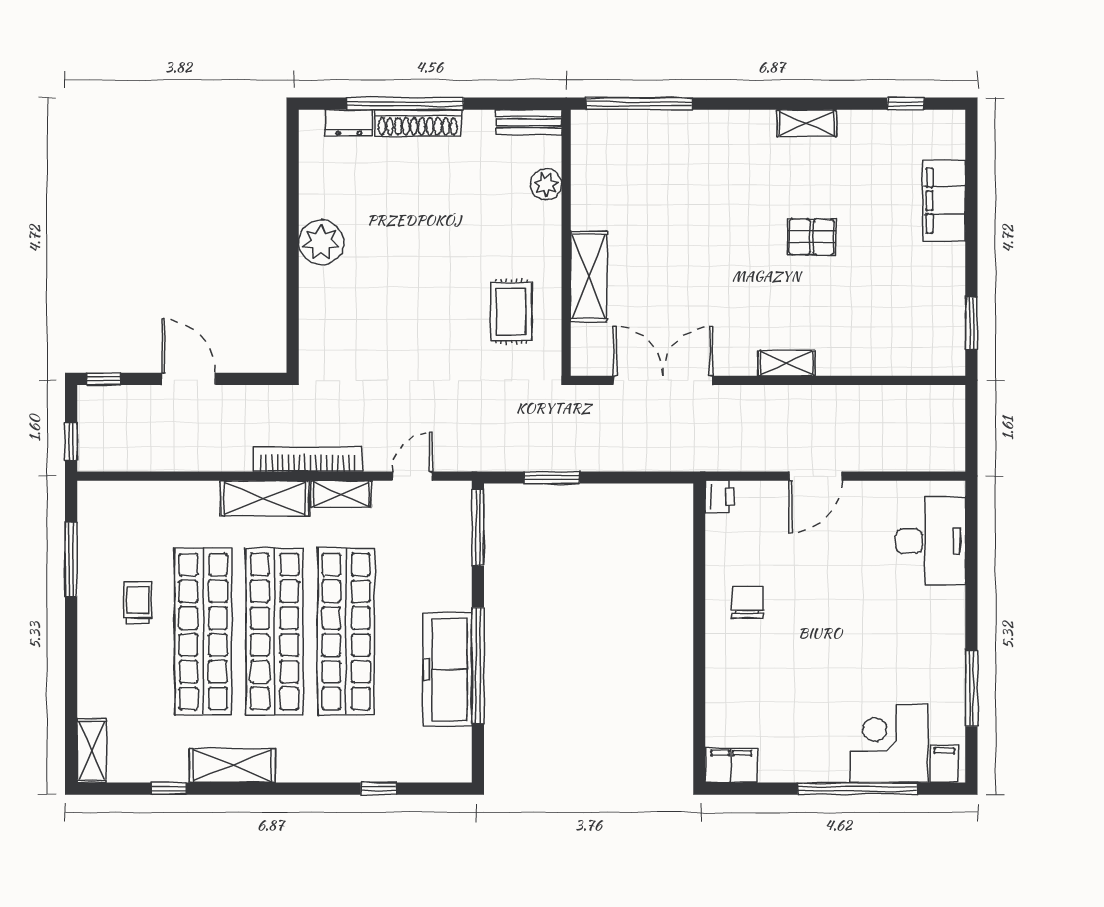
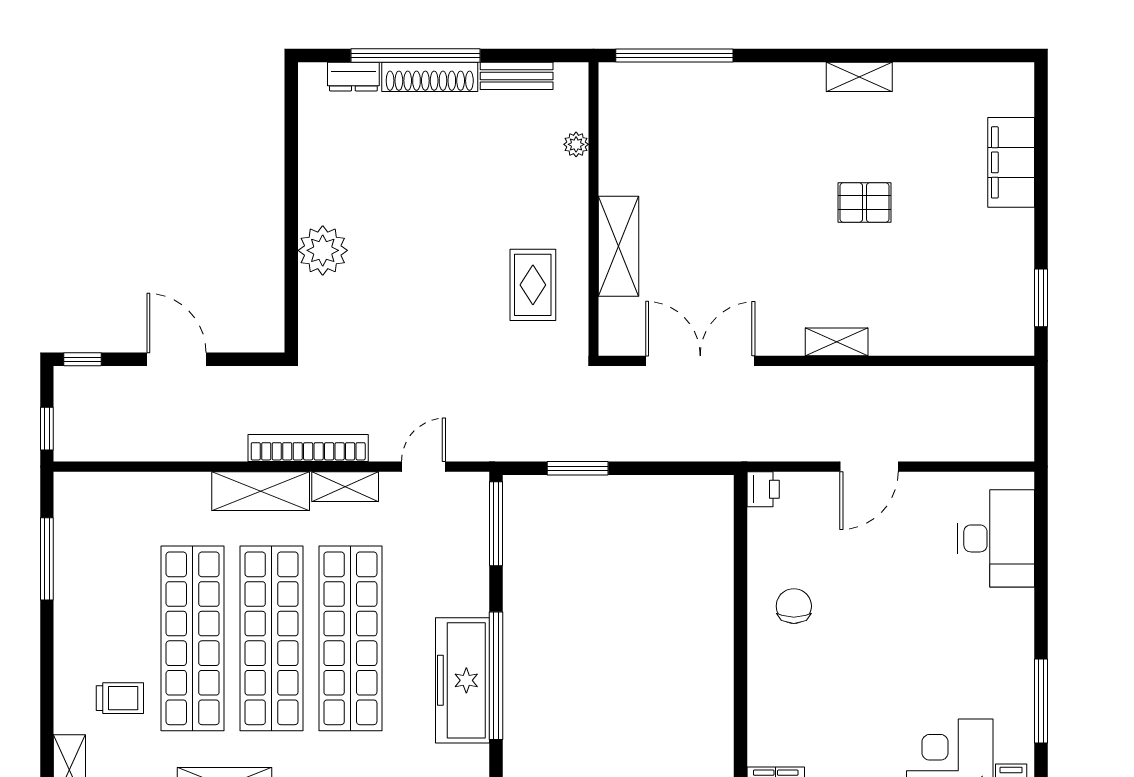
window: (906, 104) -> (968, 55), removed
bench: (529, 122) -> (517, 76), moved
plant: (546, 184) -> (576, 144), width x0.73, depth x0.73
plant: (321, 242) -> (323, 250), moved
trolley: (138, 603) -> (120, 698), moved, turned 90

